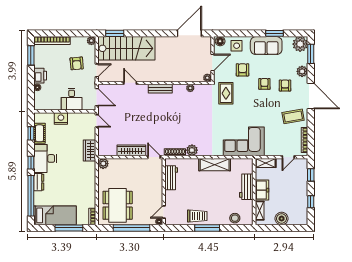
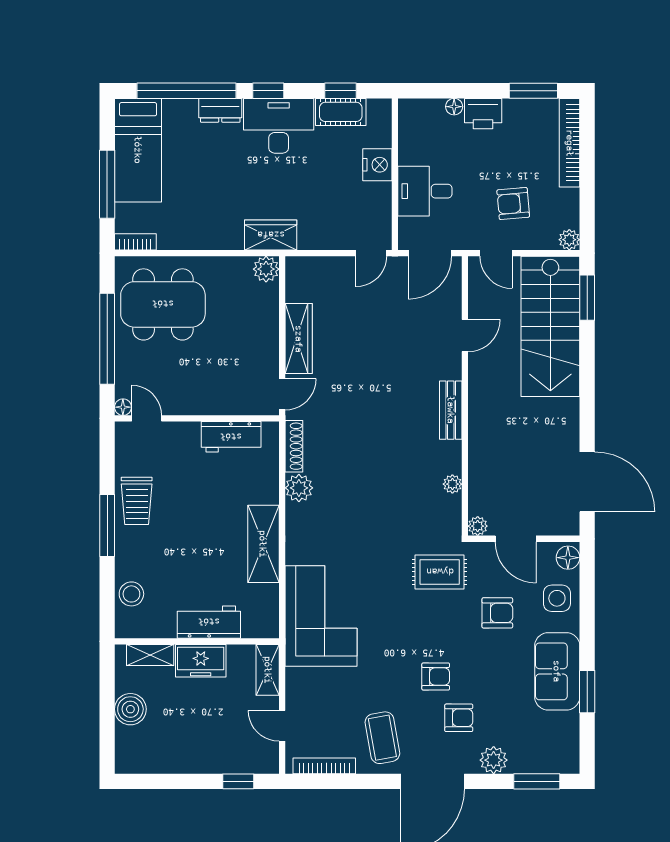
plant: (300, 44) -> (561, 755), removed
armchair: (264, 84) -> (436, 676), moved
wardrobe: (89, 150) -> (271, 235), moved
window: (311, 202) -> (172, 781), removed

